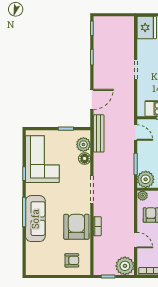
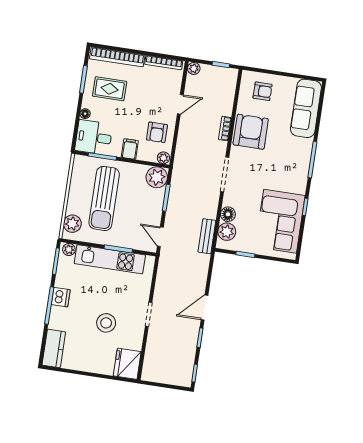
door: (92, 99) -> (205, 308), moved
bench: (99, 133) -> (207, 236), width x0.73
sofa: (35, 219) -> (306, 108), moved
armchair: (76, 227) -> (251, 132), turned 180
door: (136, 240) -> (180, 104), swing flipped
armchair: (72, 260) -> (263, 91), turned 180
plant: (125, 266) -> (194, 68), width x0.53, depth x0.53

